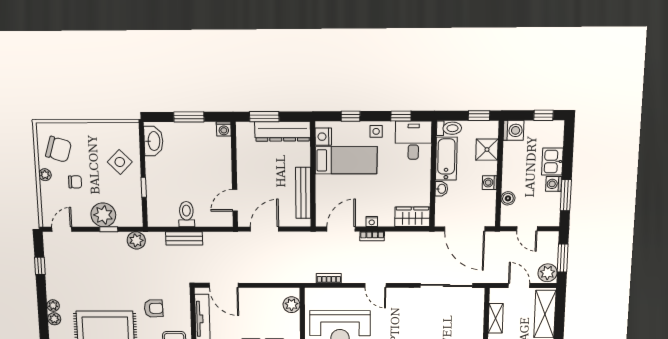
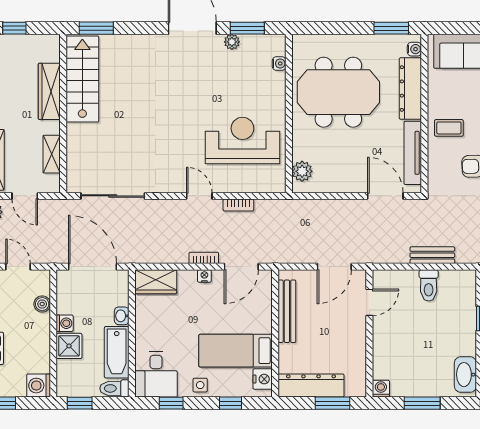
shower: (487, 150) -> (69, 346), moved
bookcase: (329, 278) -> (238, 205), moved

